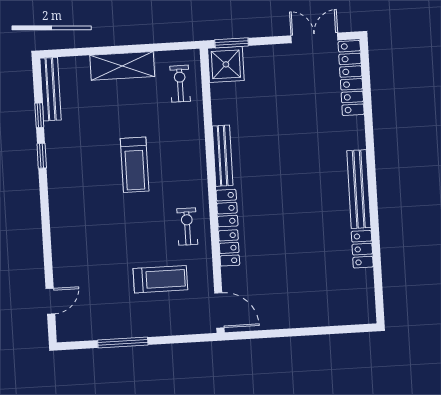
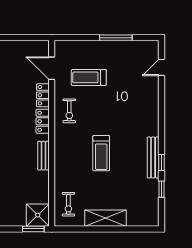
bench: (51, 89) -> (153, 158), moved
bench: (223, 156) -> (43, 156), width x0.73
treadmill: (135, 165) -> (101, 153), turned 180
door: (219, 310) -> (52, 68), moved

